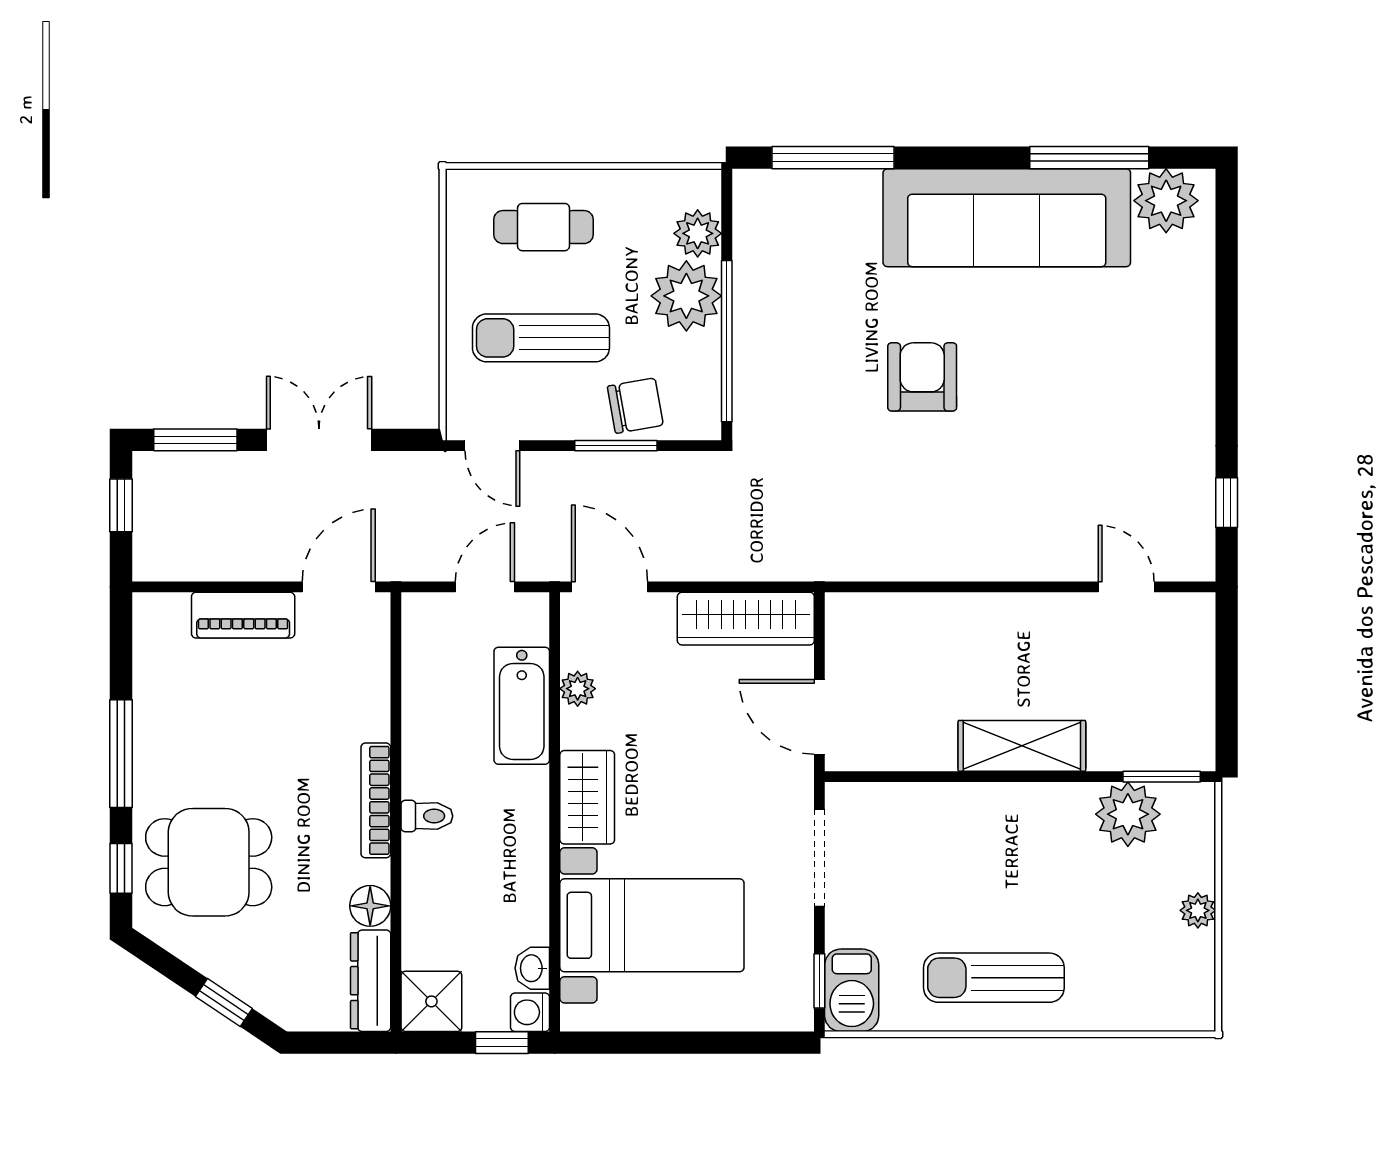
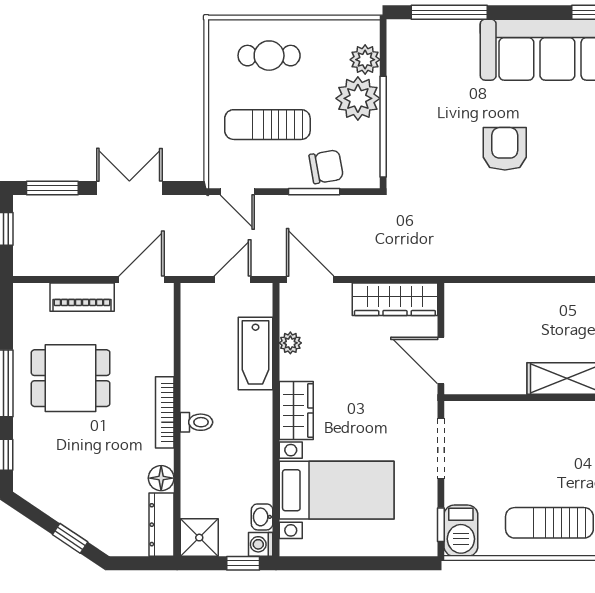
dining table: (209, 862) -> (71, 378), moved

